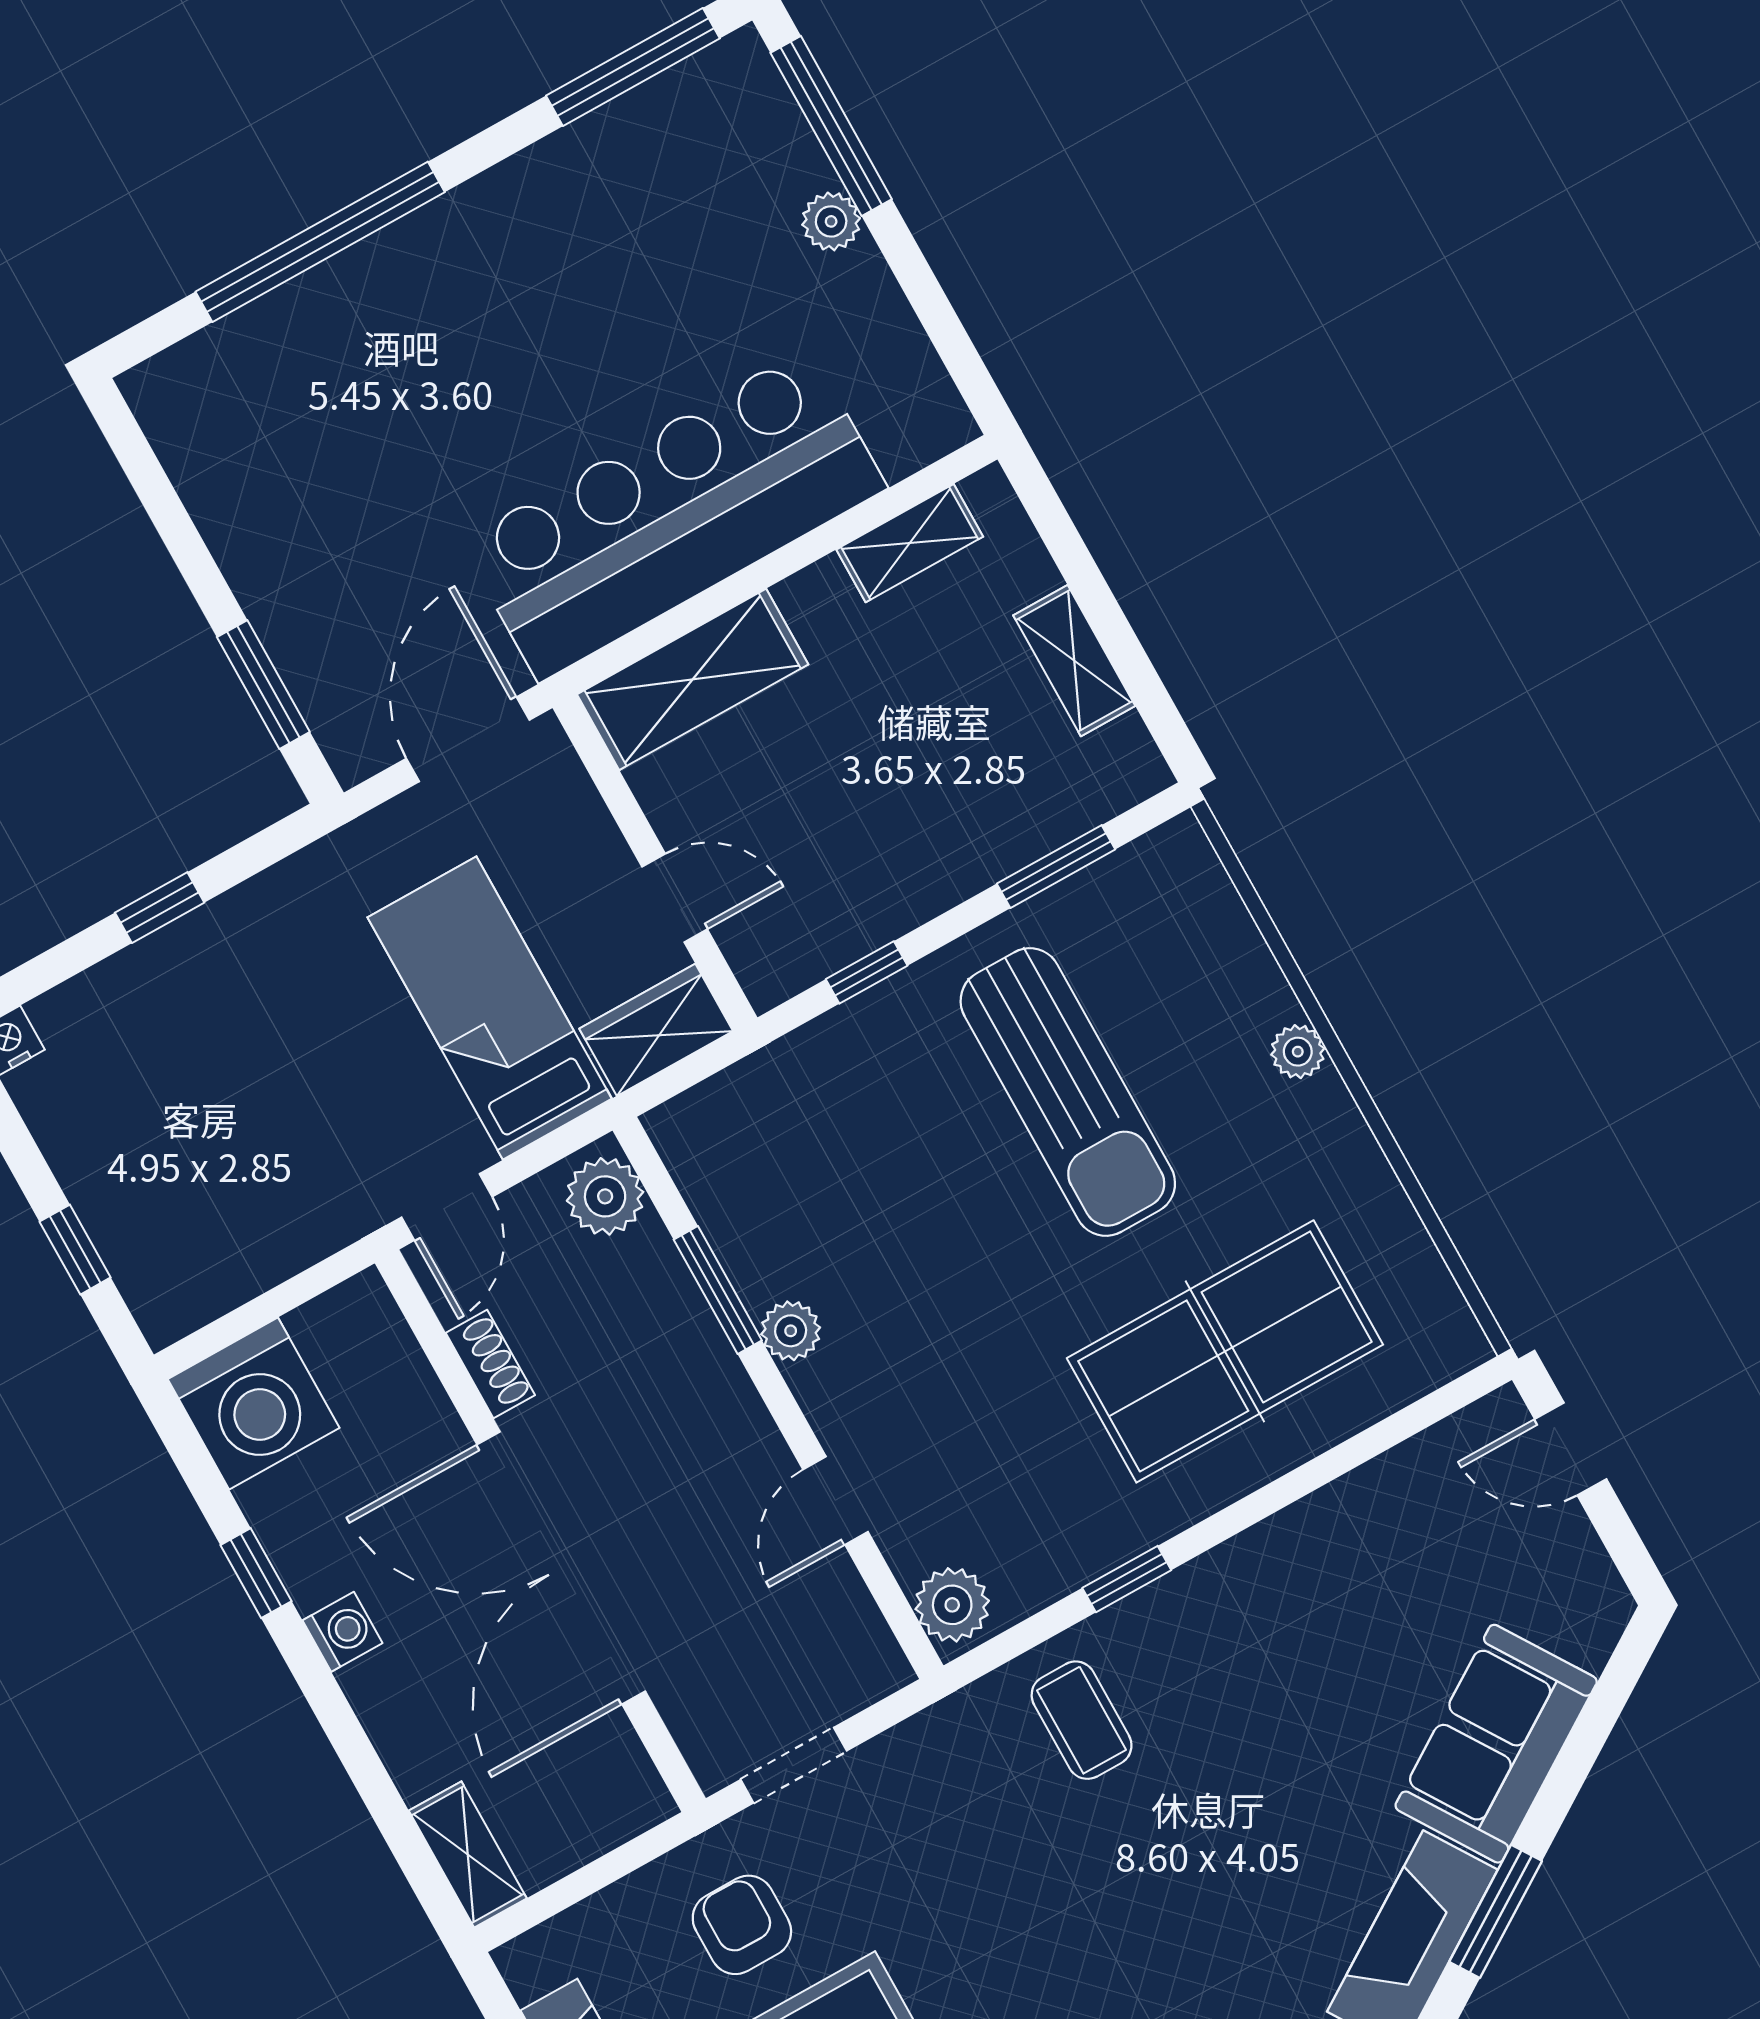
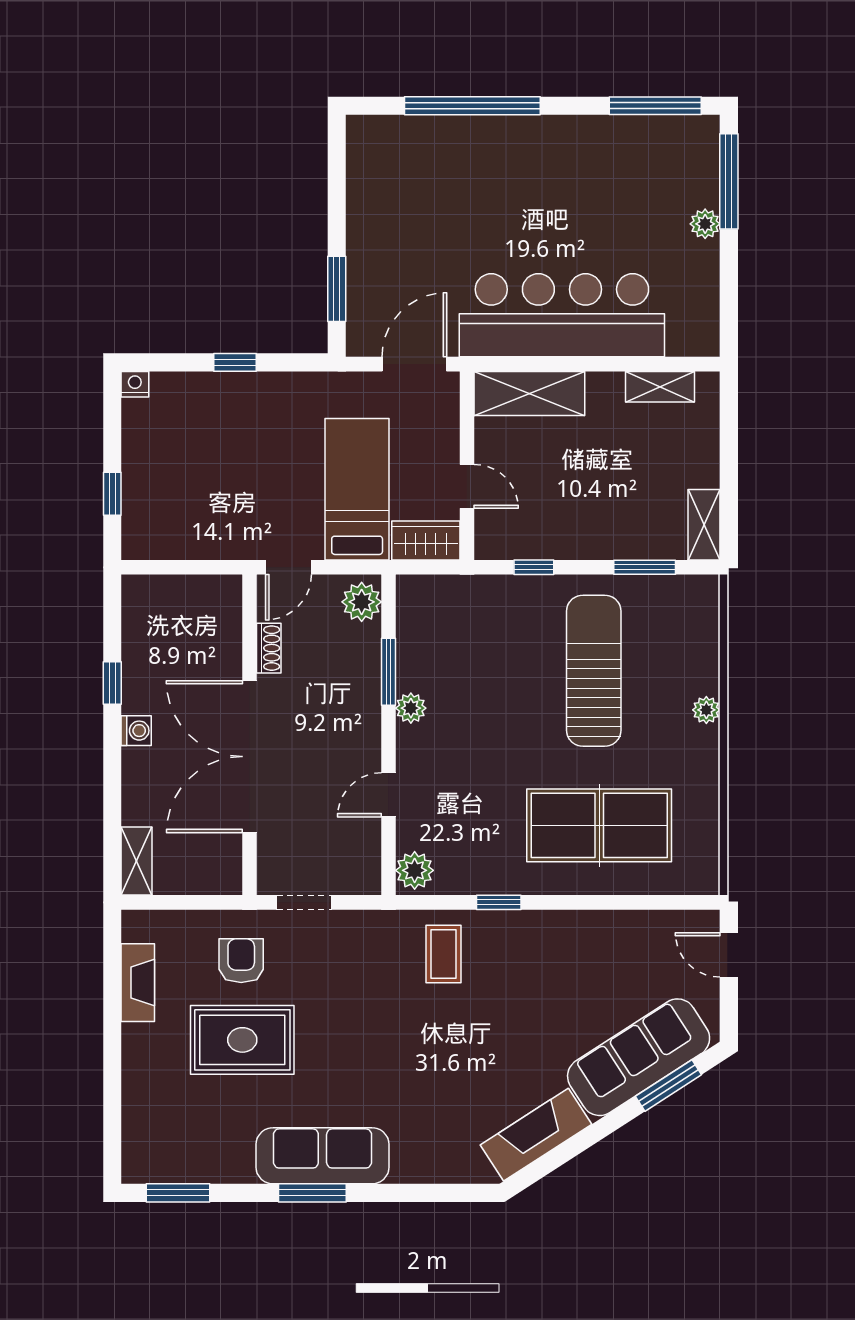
shelving: (1074, 661) -> (704, 525), moved
sun lounger: (1068, 1092) -> (594, 671), turned 180
washing machine: (254, 1403) -> (153, 607), removed
sofa: (1496, 1744) -> (639, 1057), width x1.36
window: (1496, 1911) -> (668, 1085), moved

